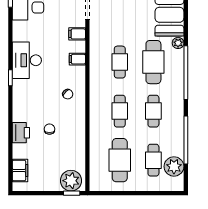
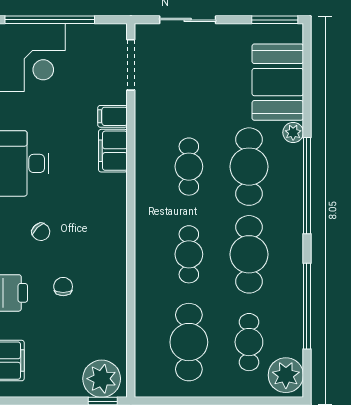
filing cabinet: (77, 59) -> (113, 151), width x2.00
chair: (68, 94) -> (41, 232), moved
cafe table: (153, 111) -> (249, 254), width x1.37, depth x1.35
plant: (174, 166) -> (286, 375), moved

